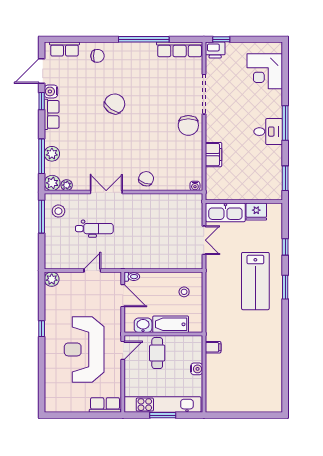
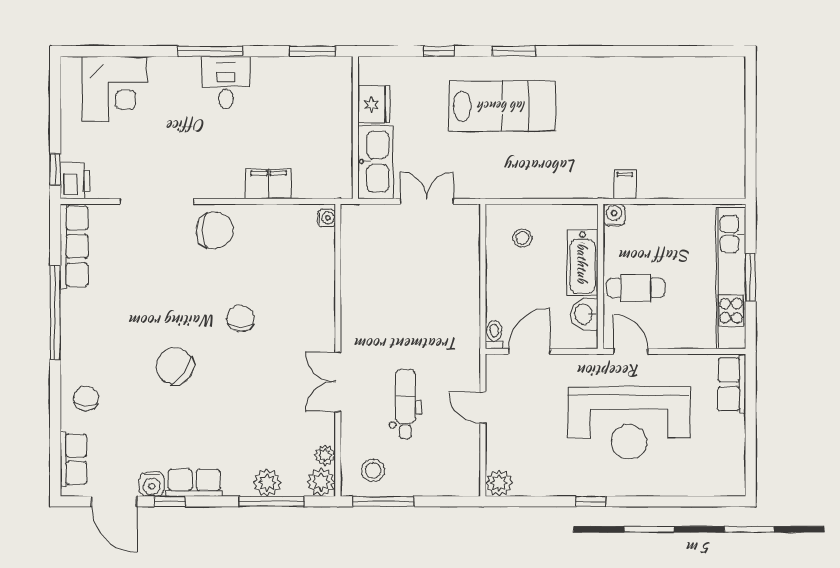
chair: (146, 179) -> (240, 318), moved, turned 70
water cooler: (197, 369) -> (614, 215), moved

